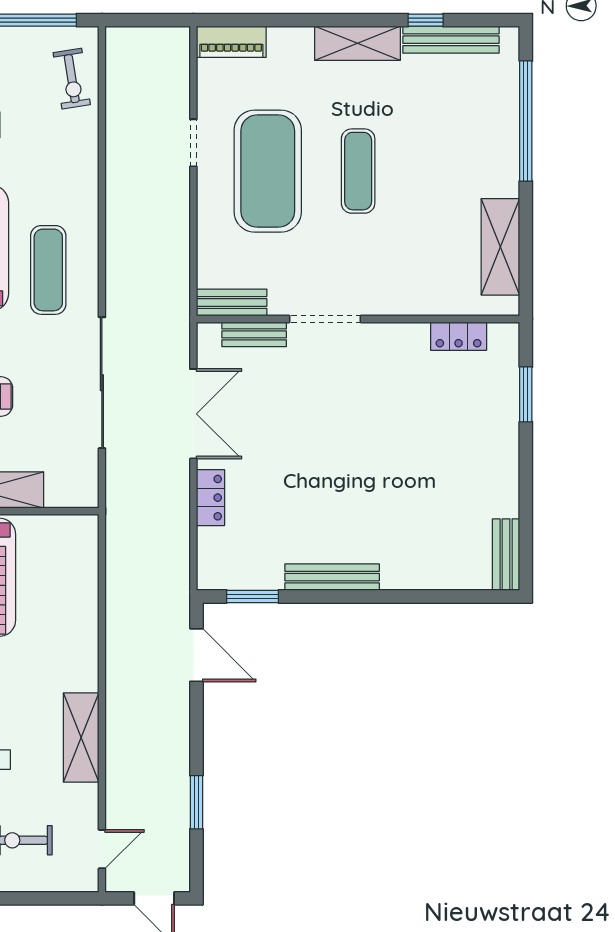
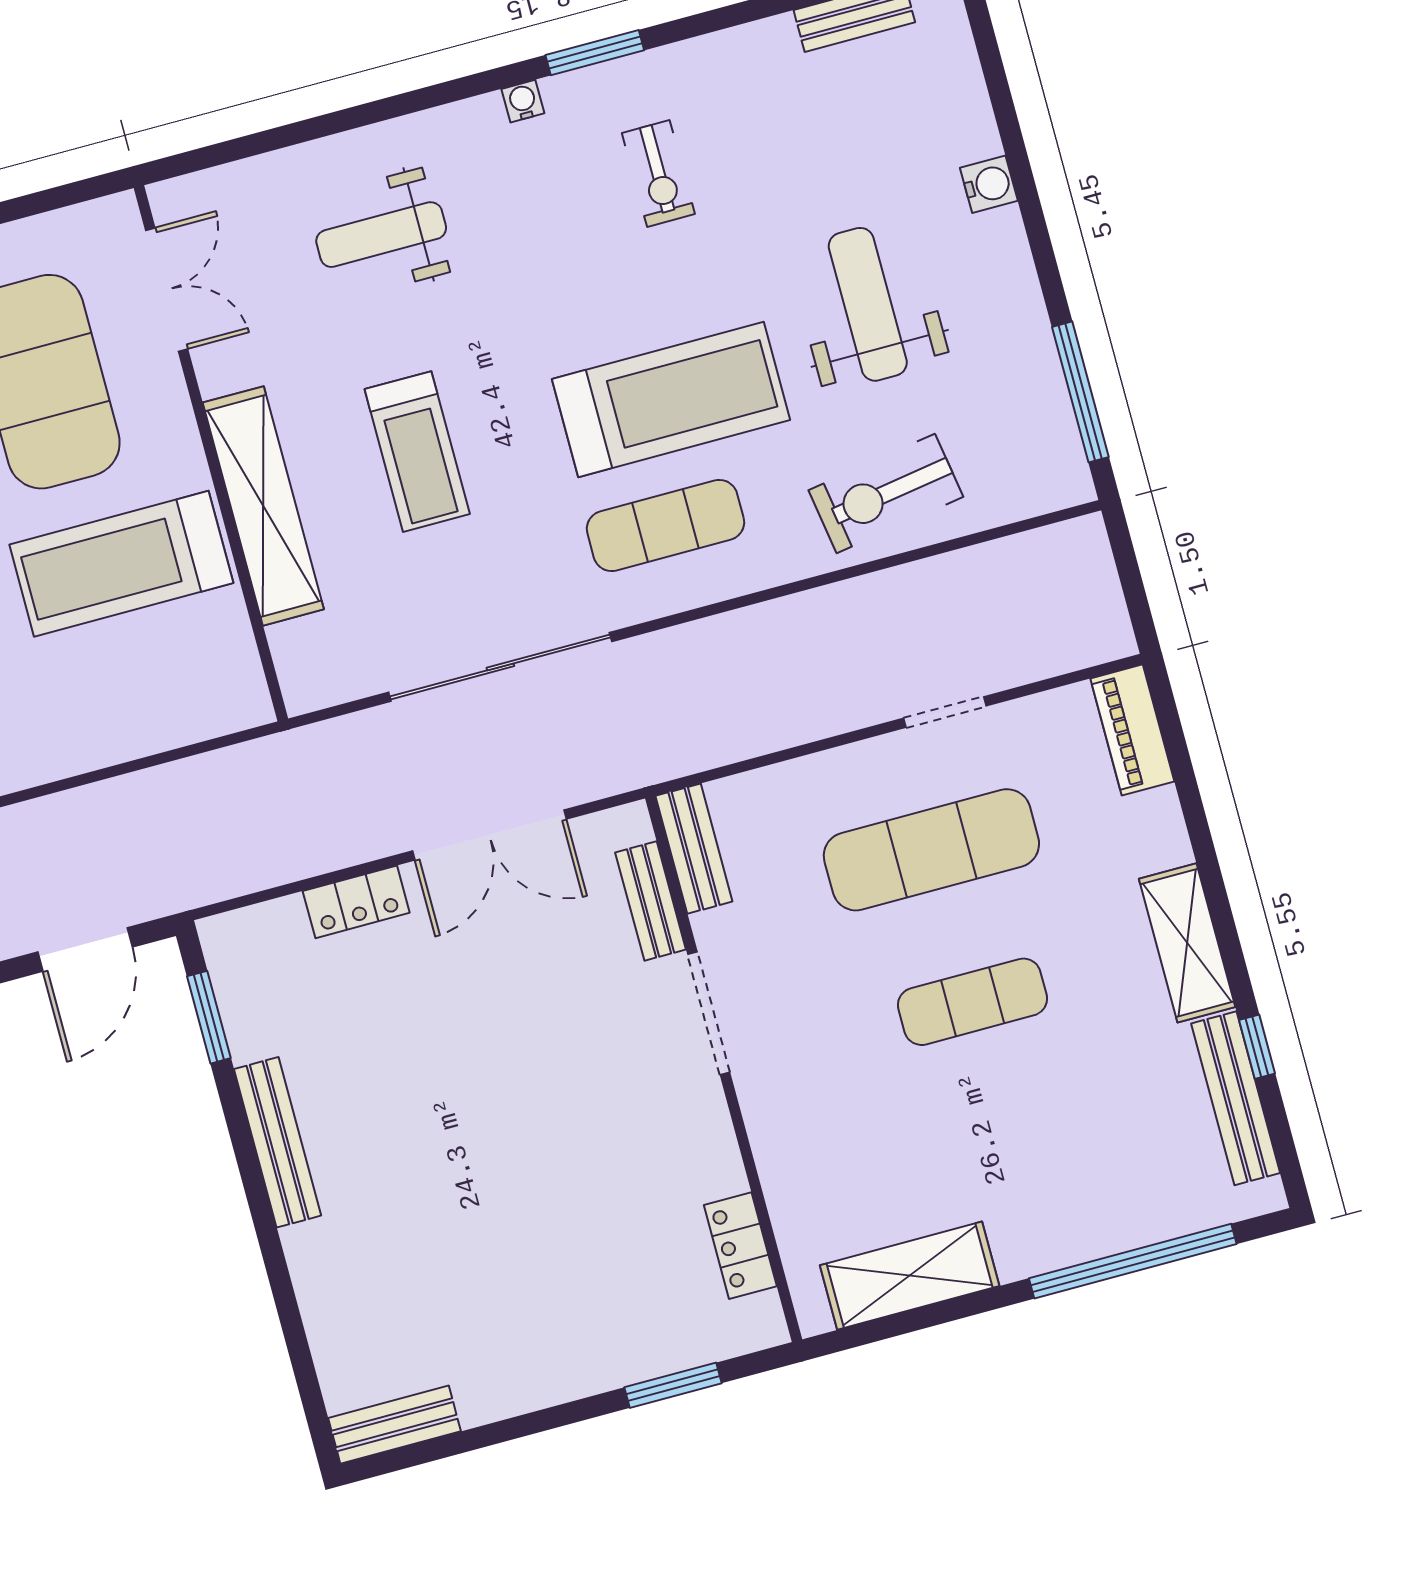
exercise bike: (72, 79) -> (886, 494), moved, width x1.38, depth x1.39
exercise mat: (268, 171) -> (931, 850), width x0.68

